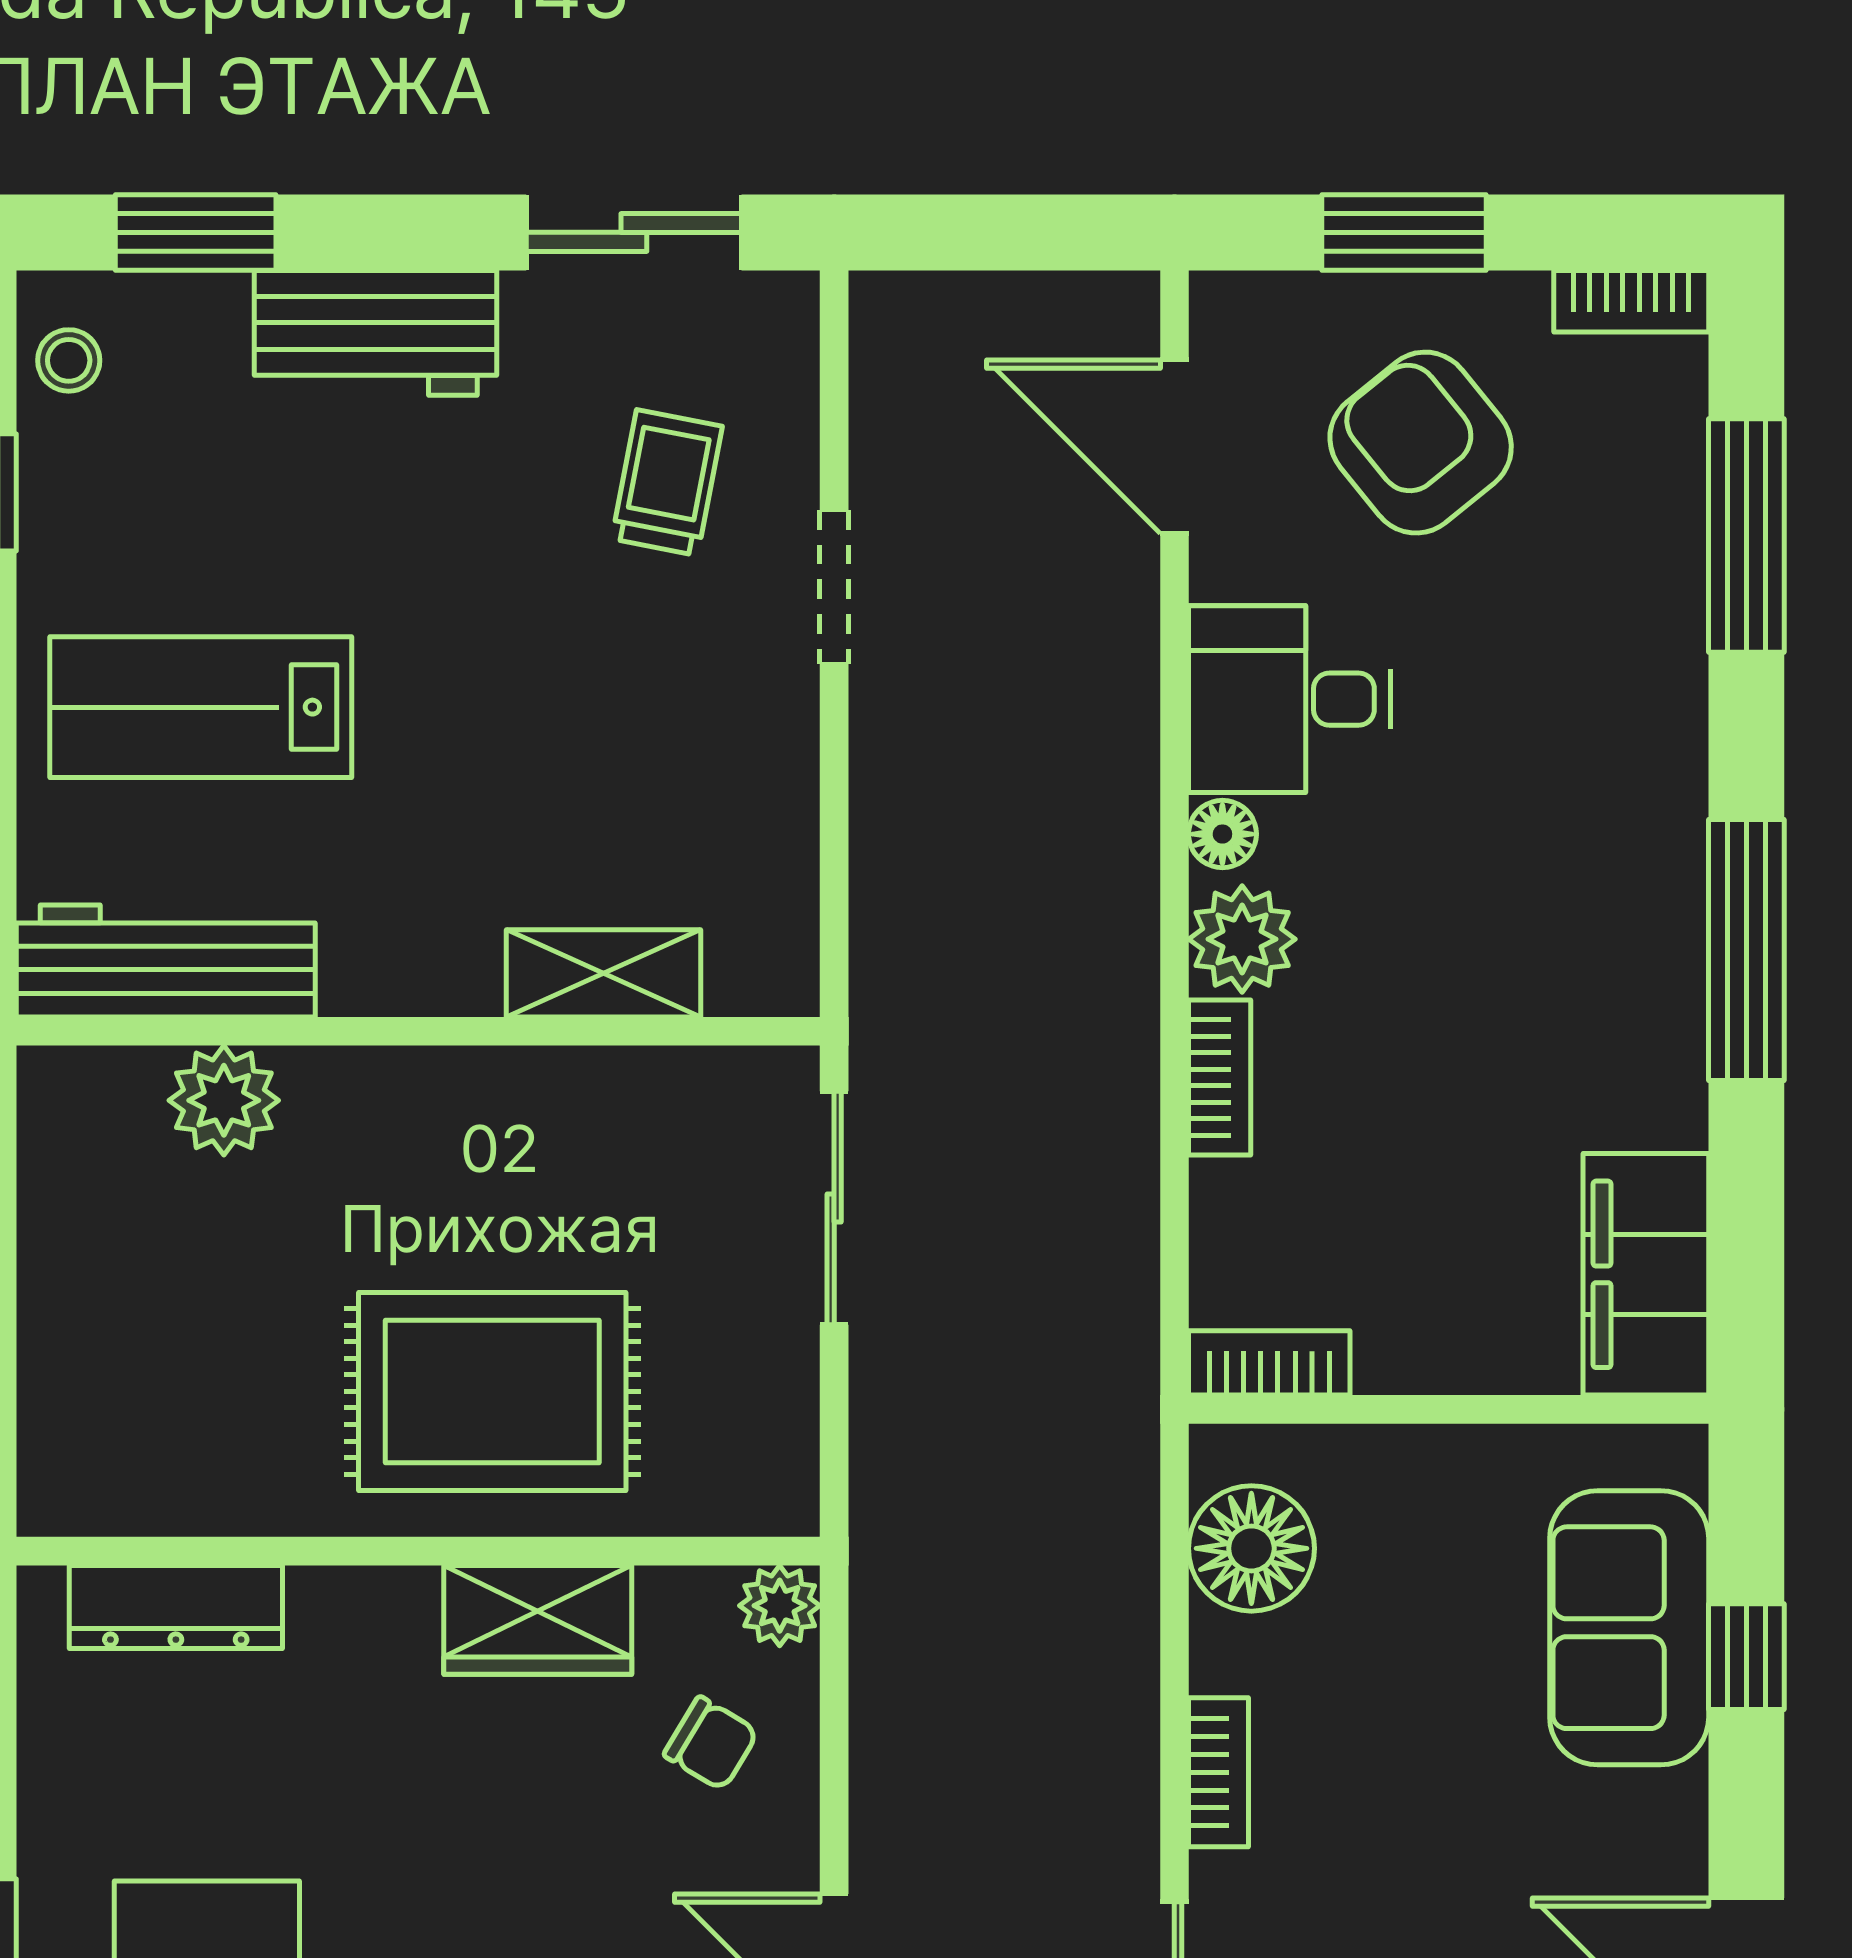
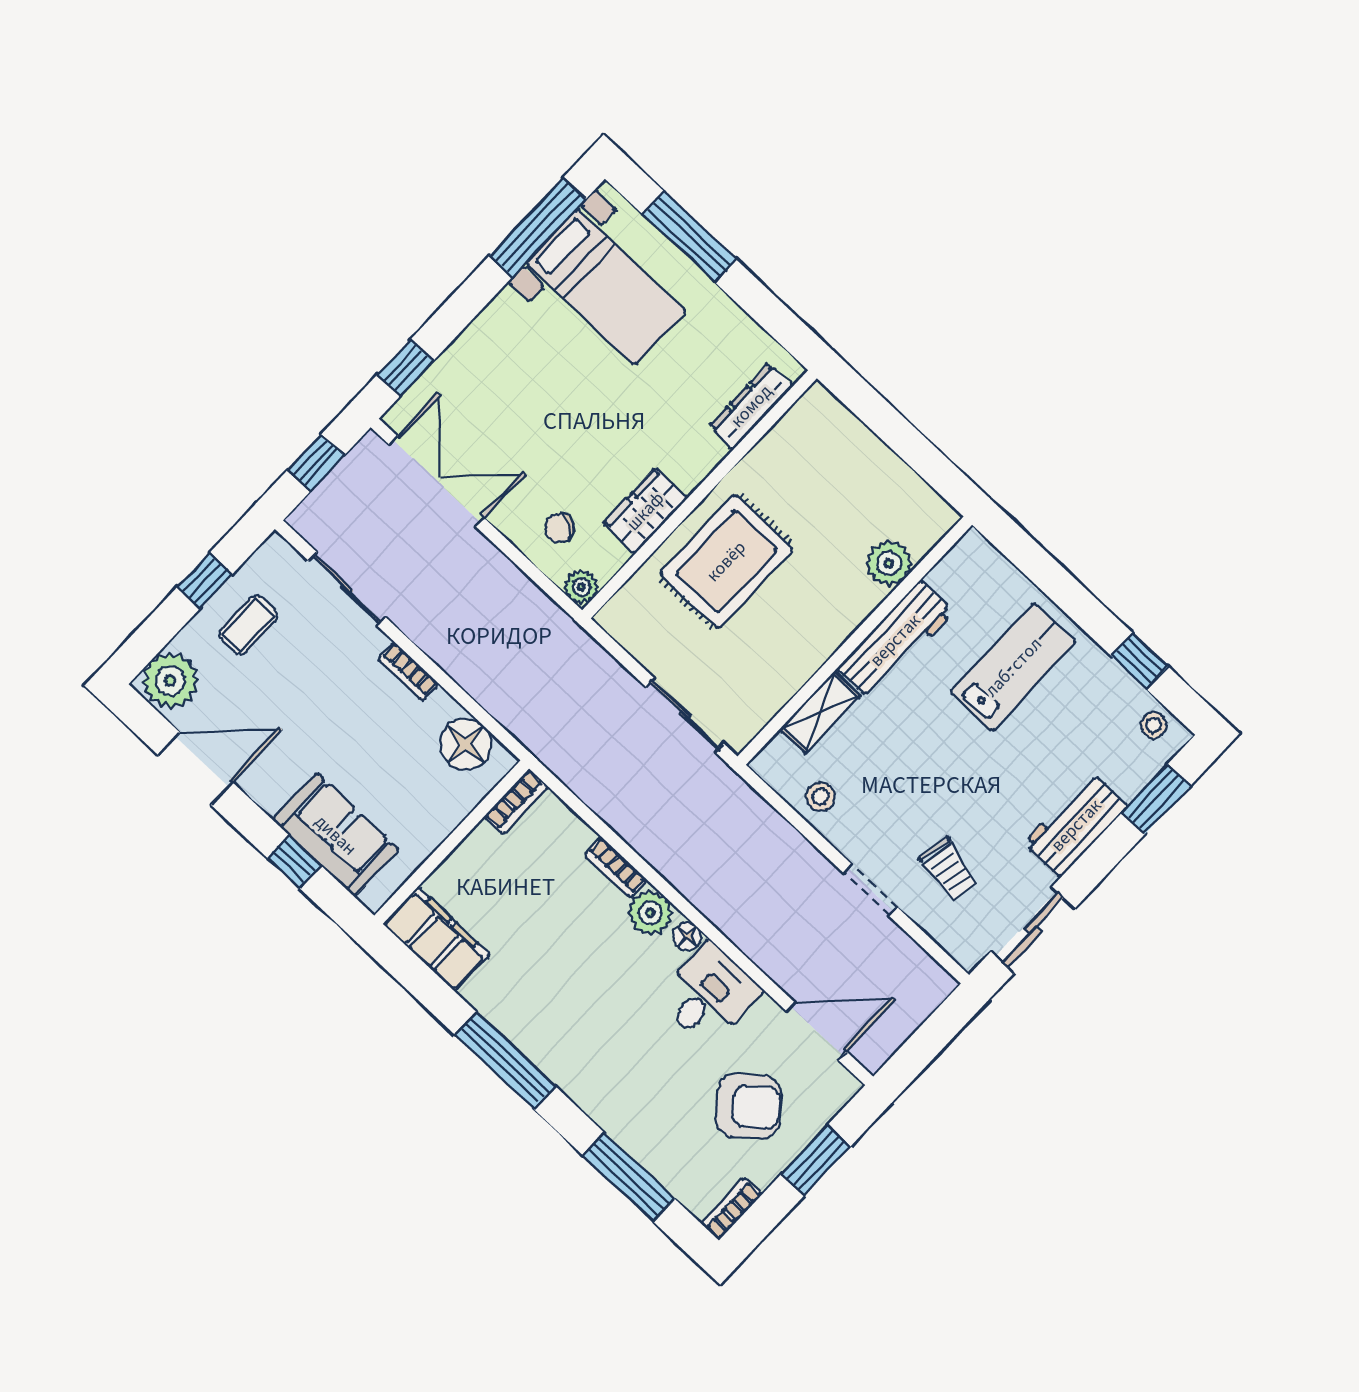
stool: (752, 832) -> (820, 797), added
workbench: (166, 961) -> (895, 640), moved

